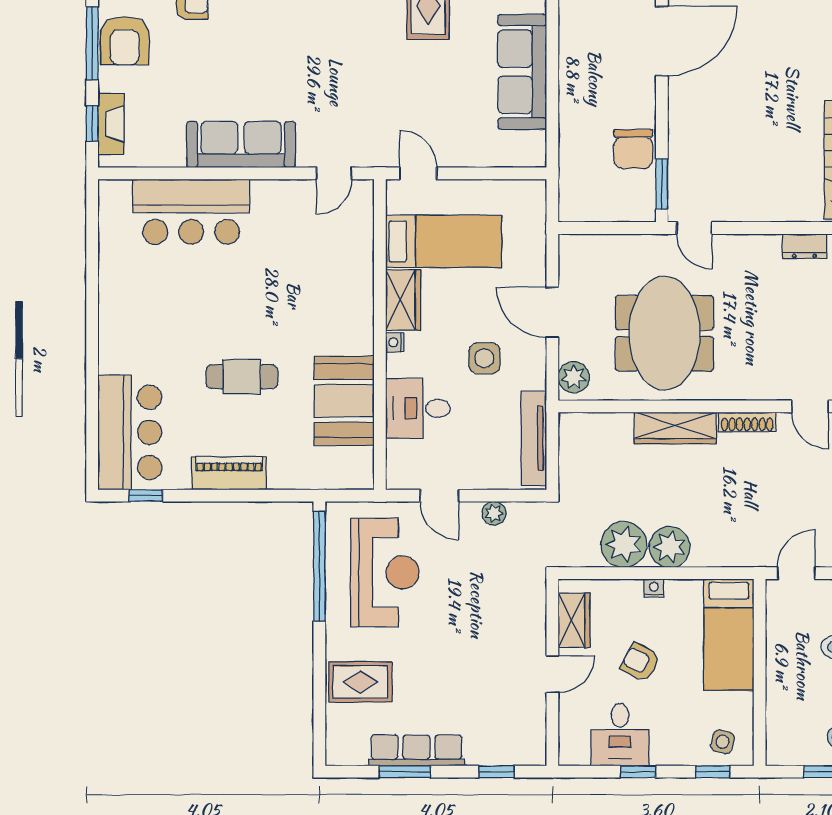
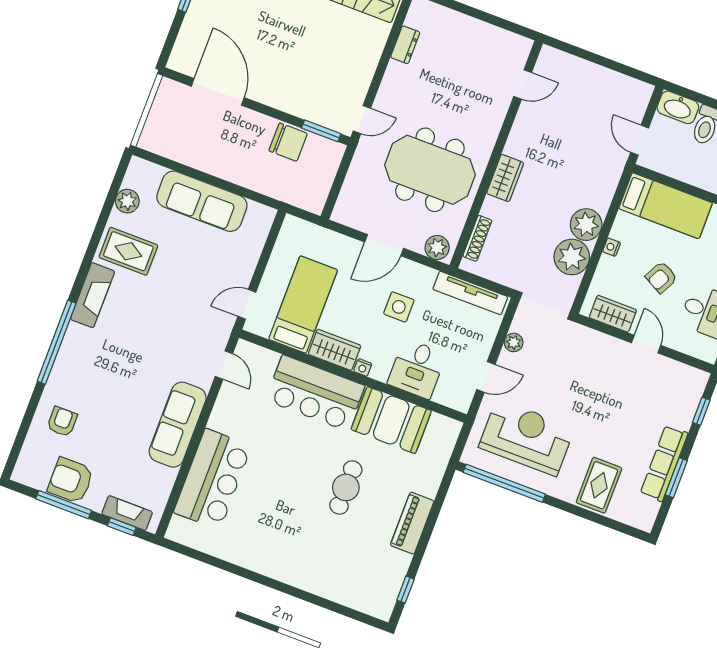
armchair: (125, 41) -> (71, 480), turned 180
shoe rack: (747, 422) -> (477, 238), moved
wardrobe: (675, 428) -> (505, 178), width x0.67
bar counter: (130, 432) -> (315, 393), moved, turned 180

